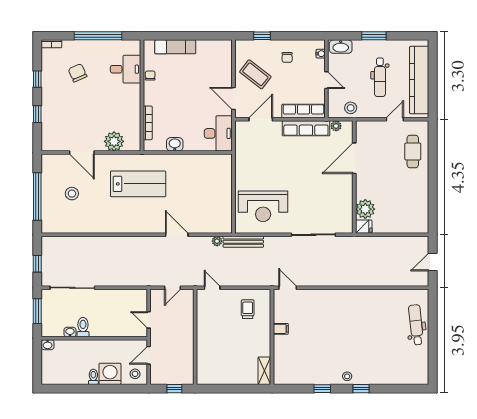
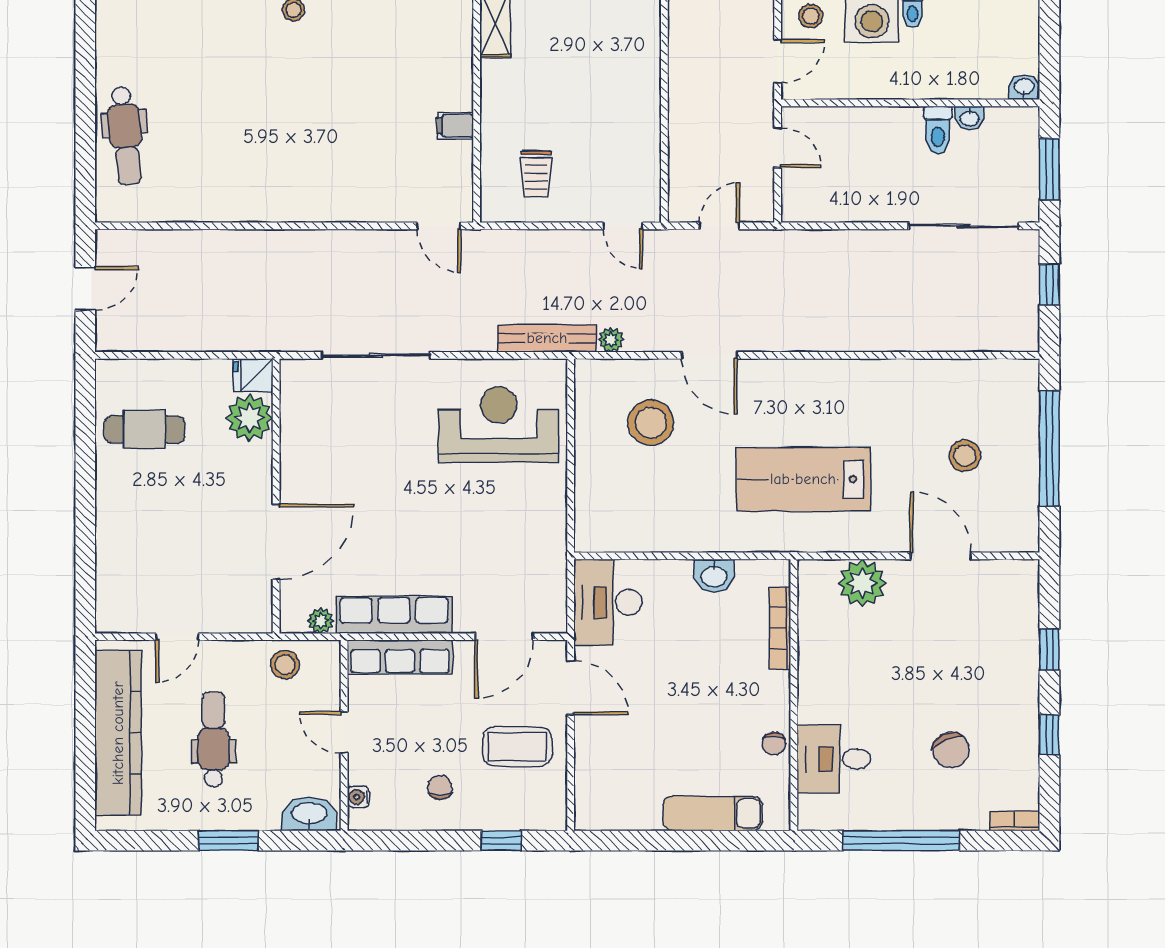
coffee table: (255, 74) -> (517, 746), turned -38
cafe table: (413, 152) -> (144, 429), moved, turned 90
stool: (201, 207) -> (651, 423), added

